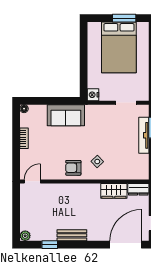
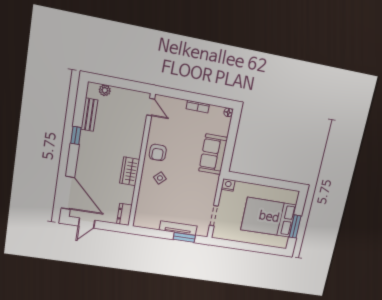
armchair: (73, 168) -> (158, 152), turned 180
wardrobe: (114, 191) -> (130, 171), moved
bench: (72, 235) -> (89, 115), moved
plant: (25, 236) -> (105, 90), moved
window: (50, 245) -> (76, 135), moved

